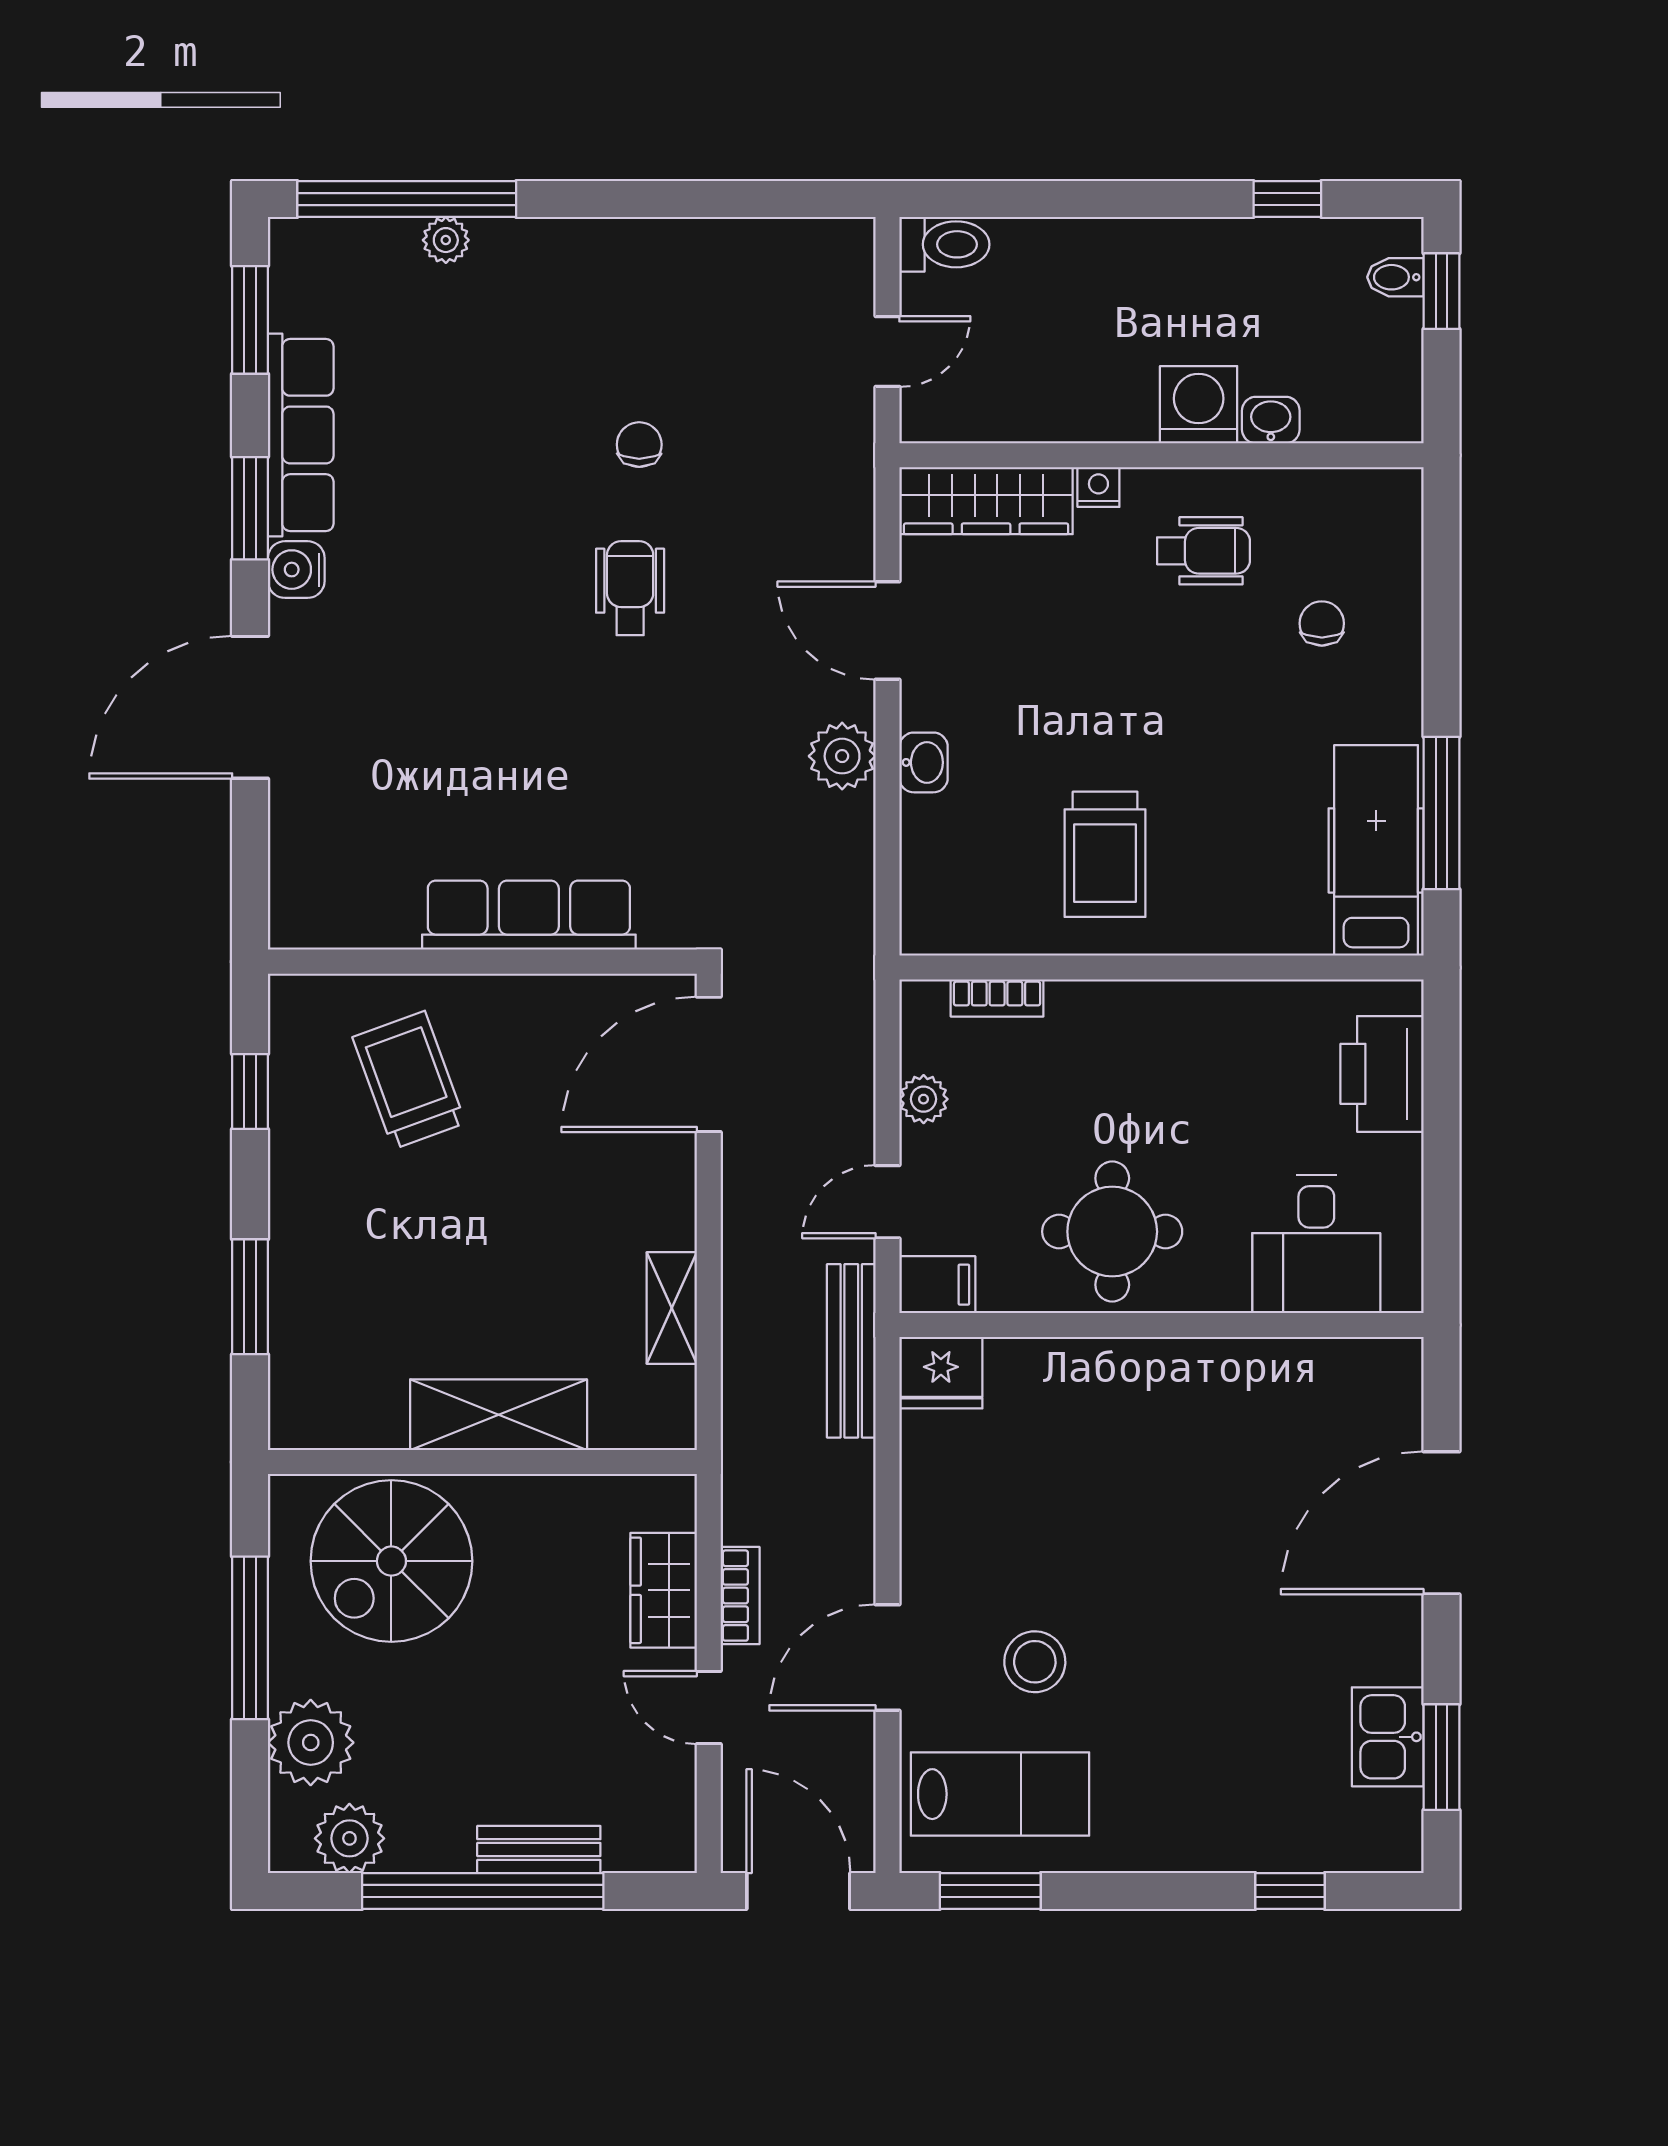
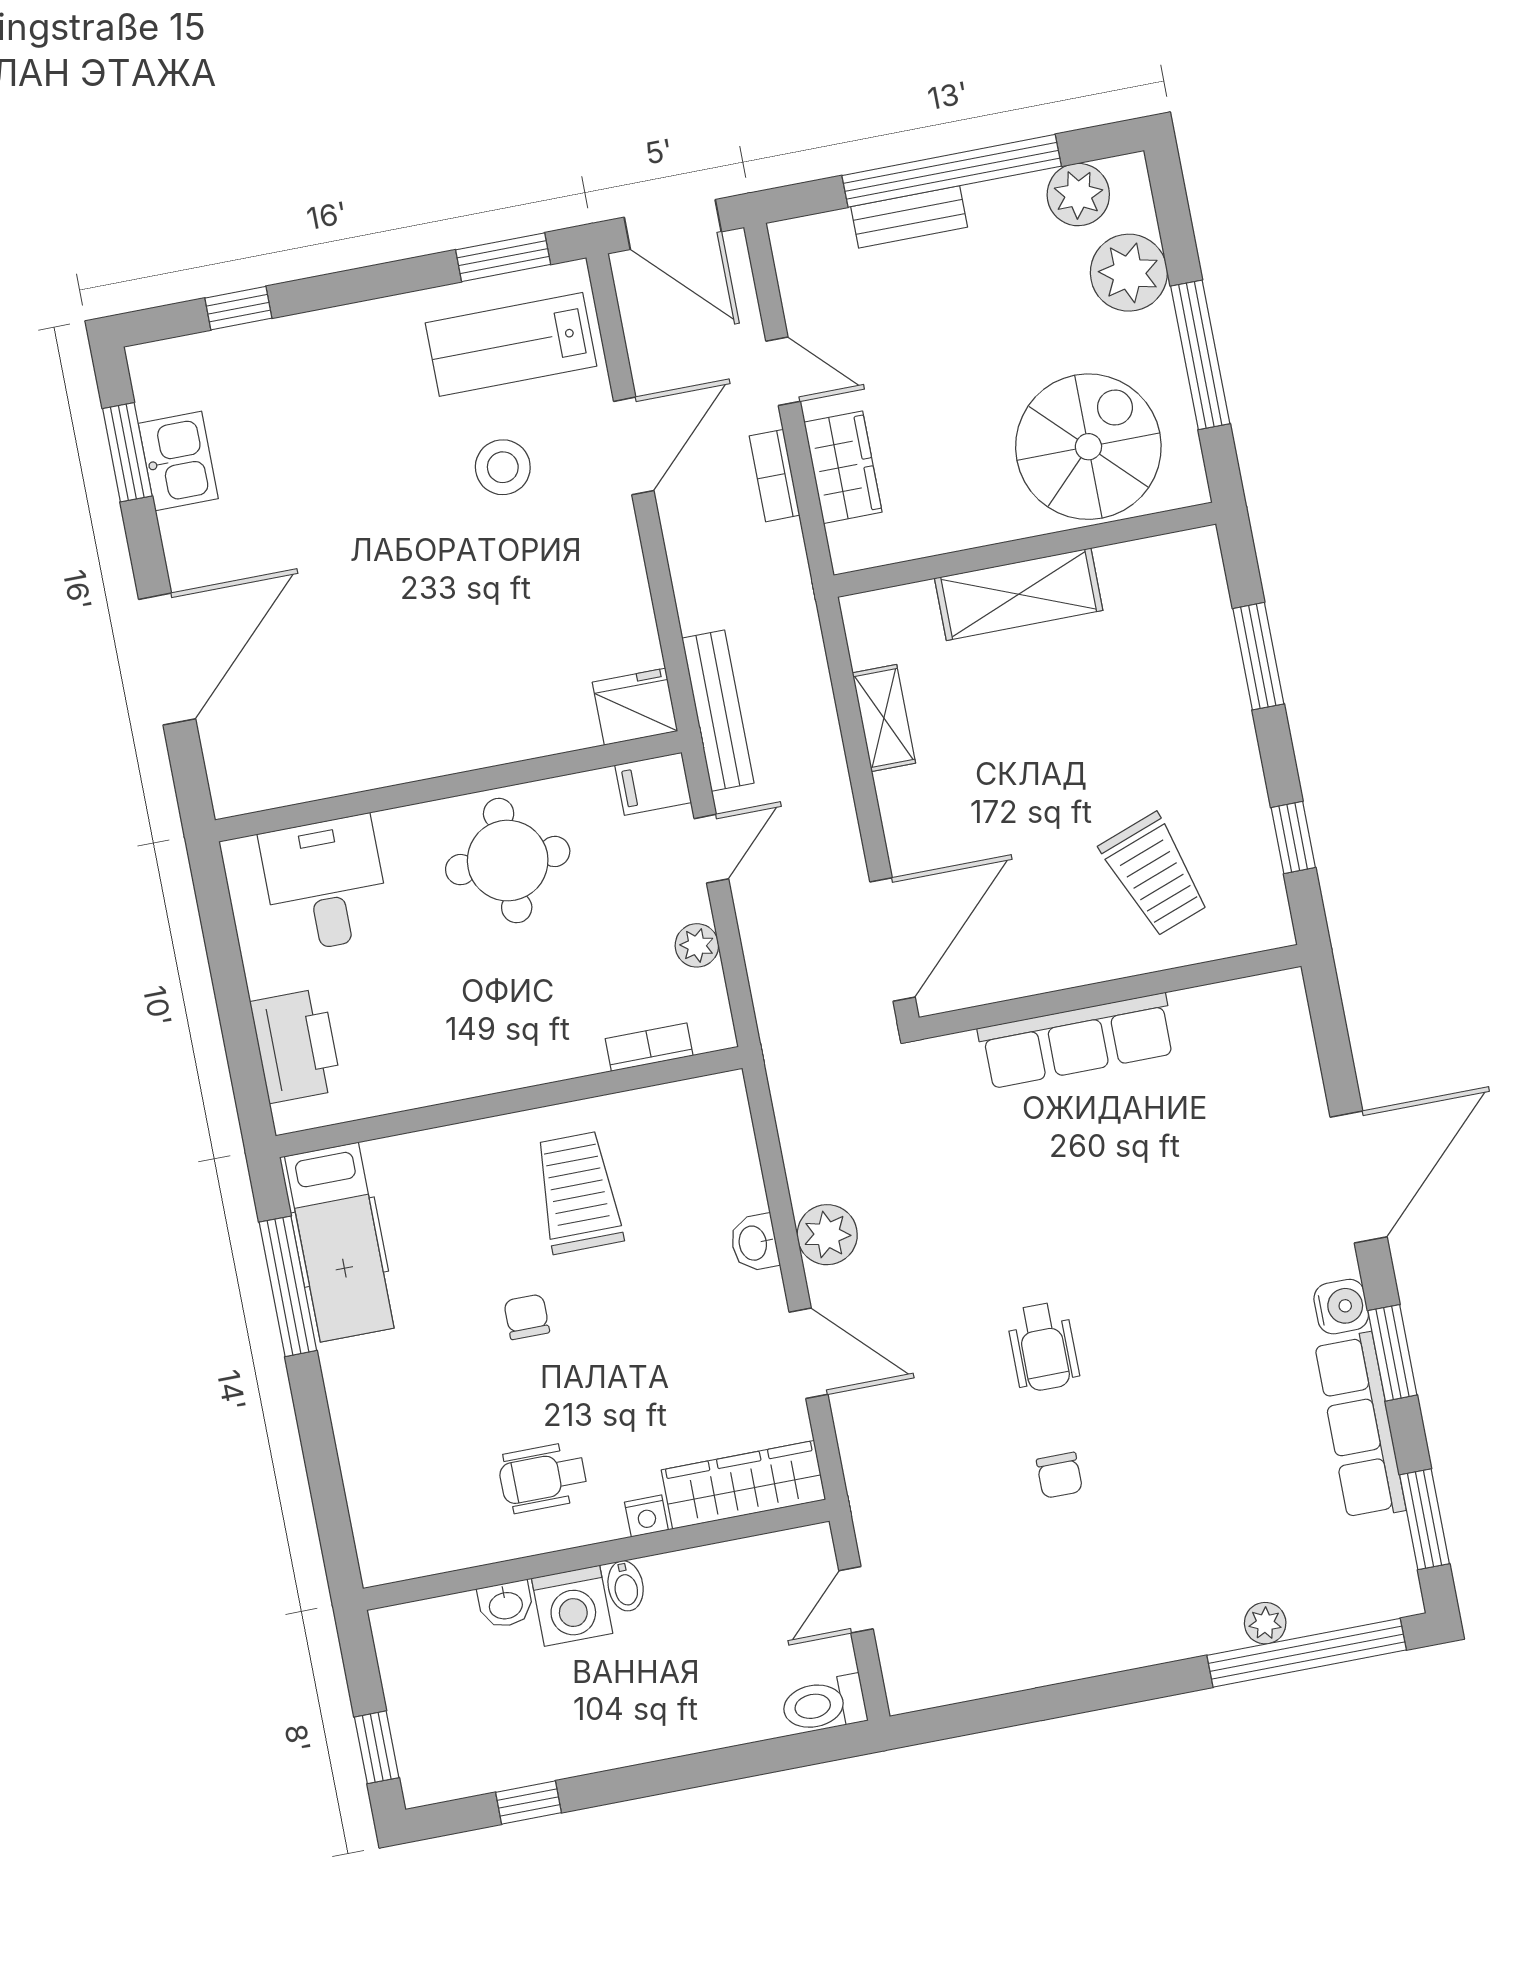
bidet: (1395, 277) -> (626, 1586), moved, turned 90
chair: (1322, 623) -> (527, 1317), moved, turned 180

